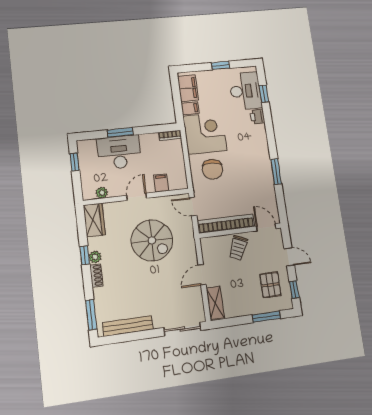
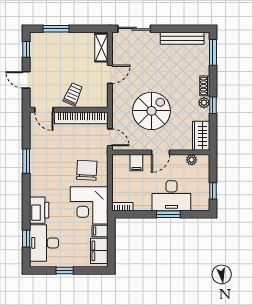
printer: (257, 117) -> (39, 210), width x1.87, depth x1.48
spiral stairs: (152, 240) -> (152, 111), turned 90
pallet: (270, 285) -> (48, 57), removed

